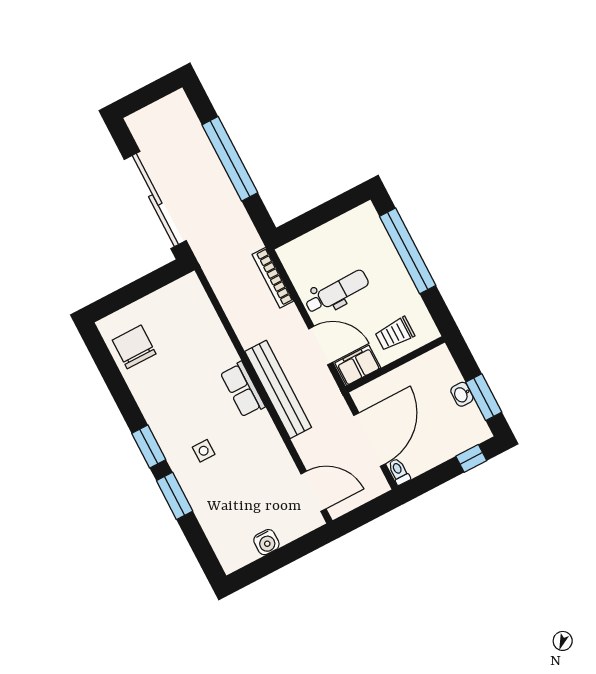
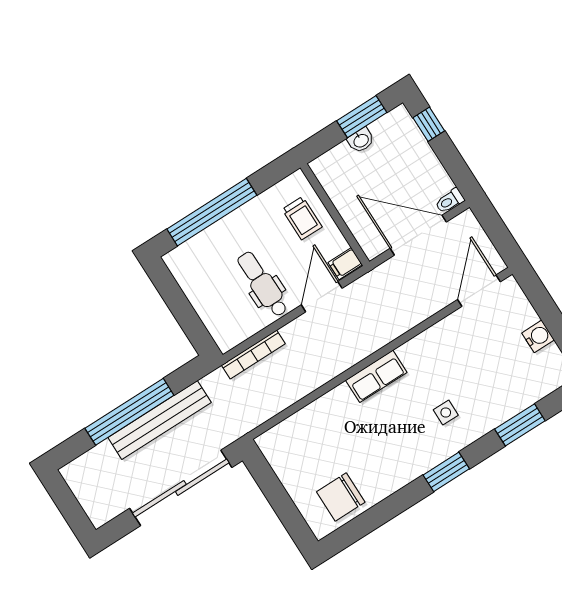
filing cabinet: (358, 365) -> (345, 264), width x0.50
bench: (278, 389) -> (160, 420), moved
window: (175, 496) -> (520, 425), moved

